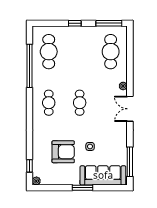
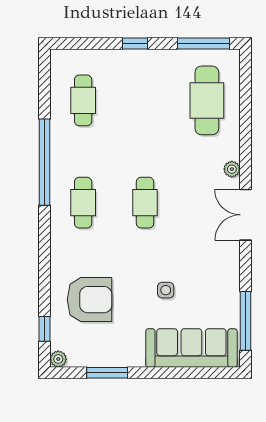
cafe table: (49, 52) -> (83, 100), width x0.73, depth x0.74
window: (29, 66) -> (45, 162), moved
armchair: (63, 152) -> (90, 300), moved
window: (83, 188) -> (107, 373), moved

